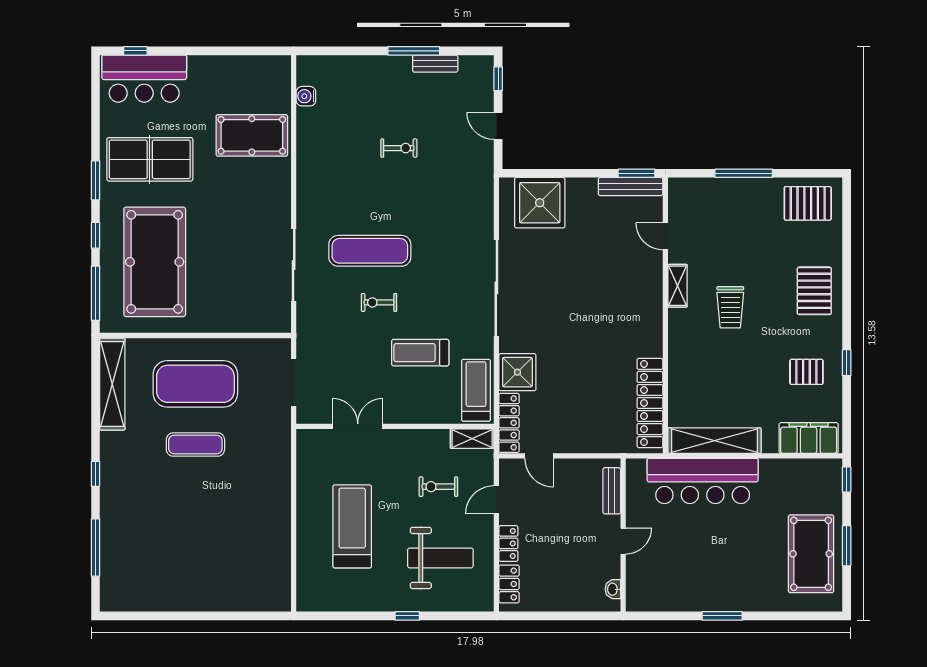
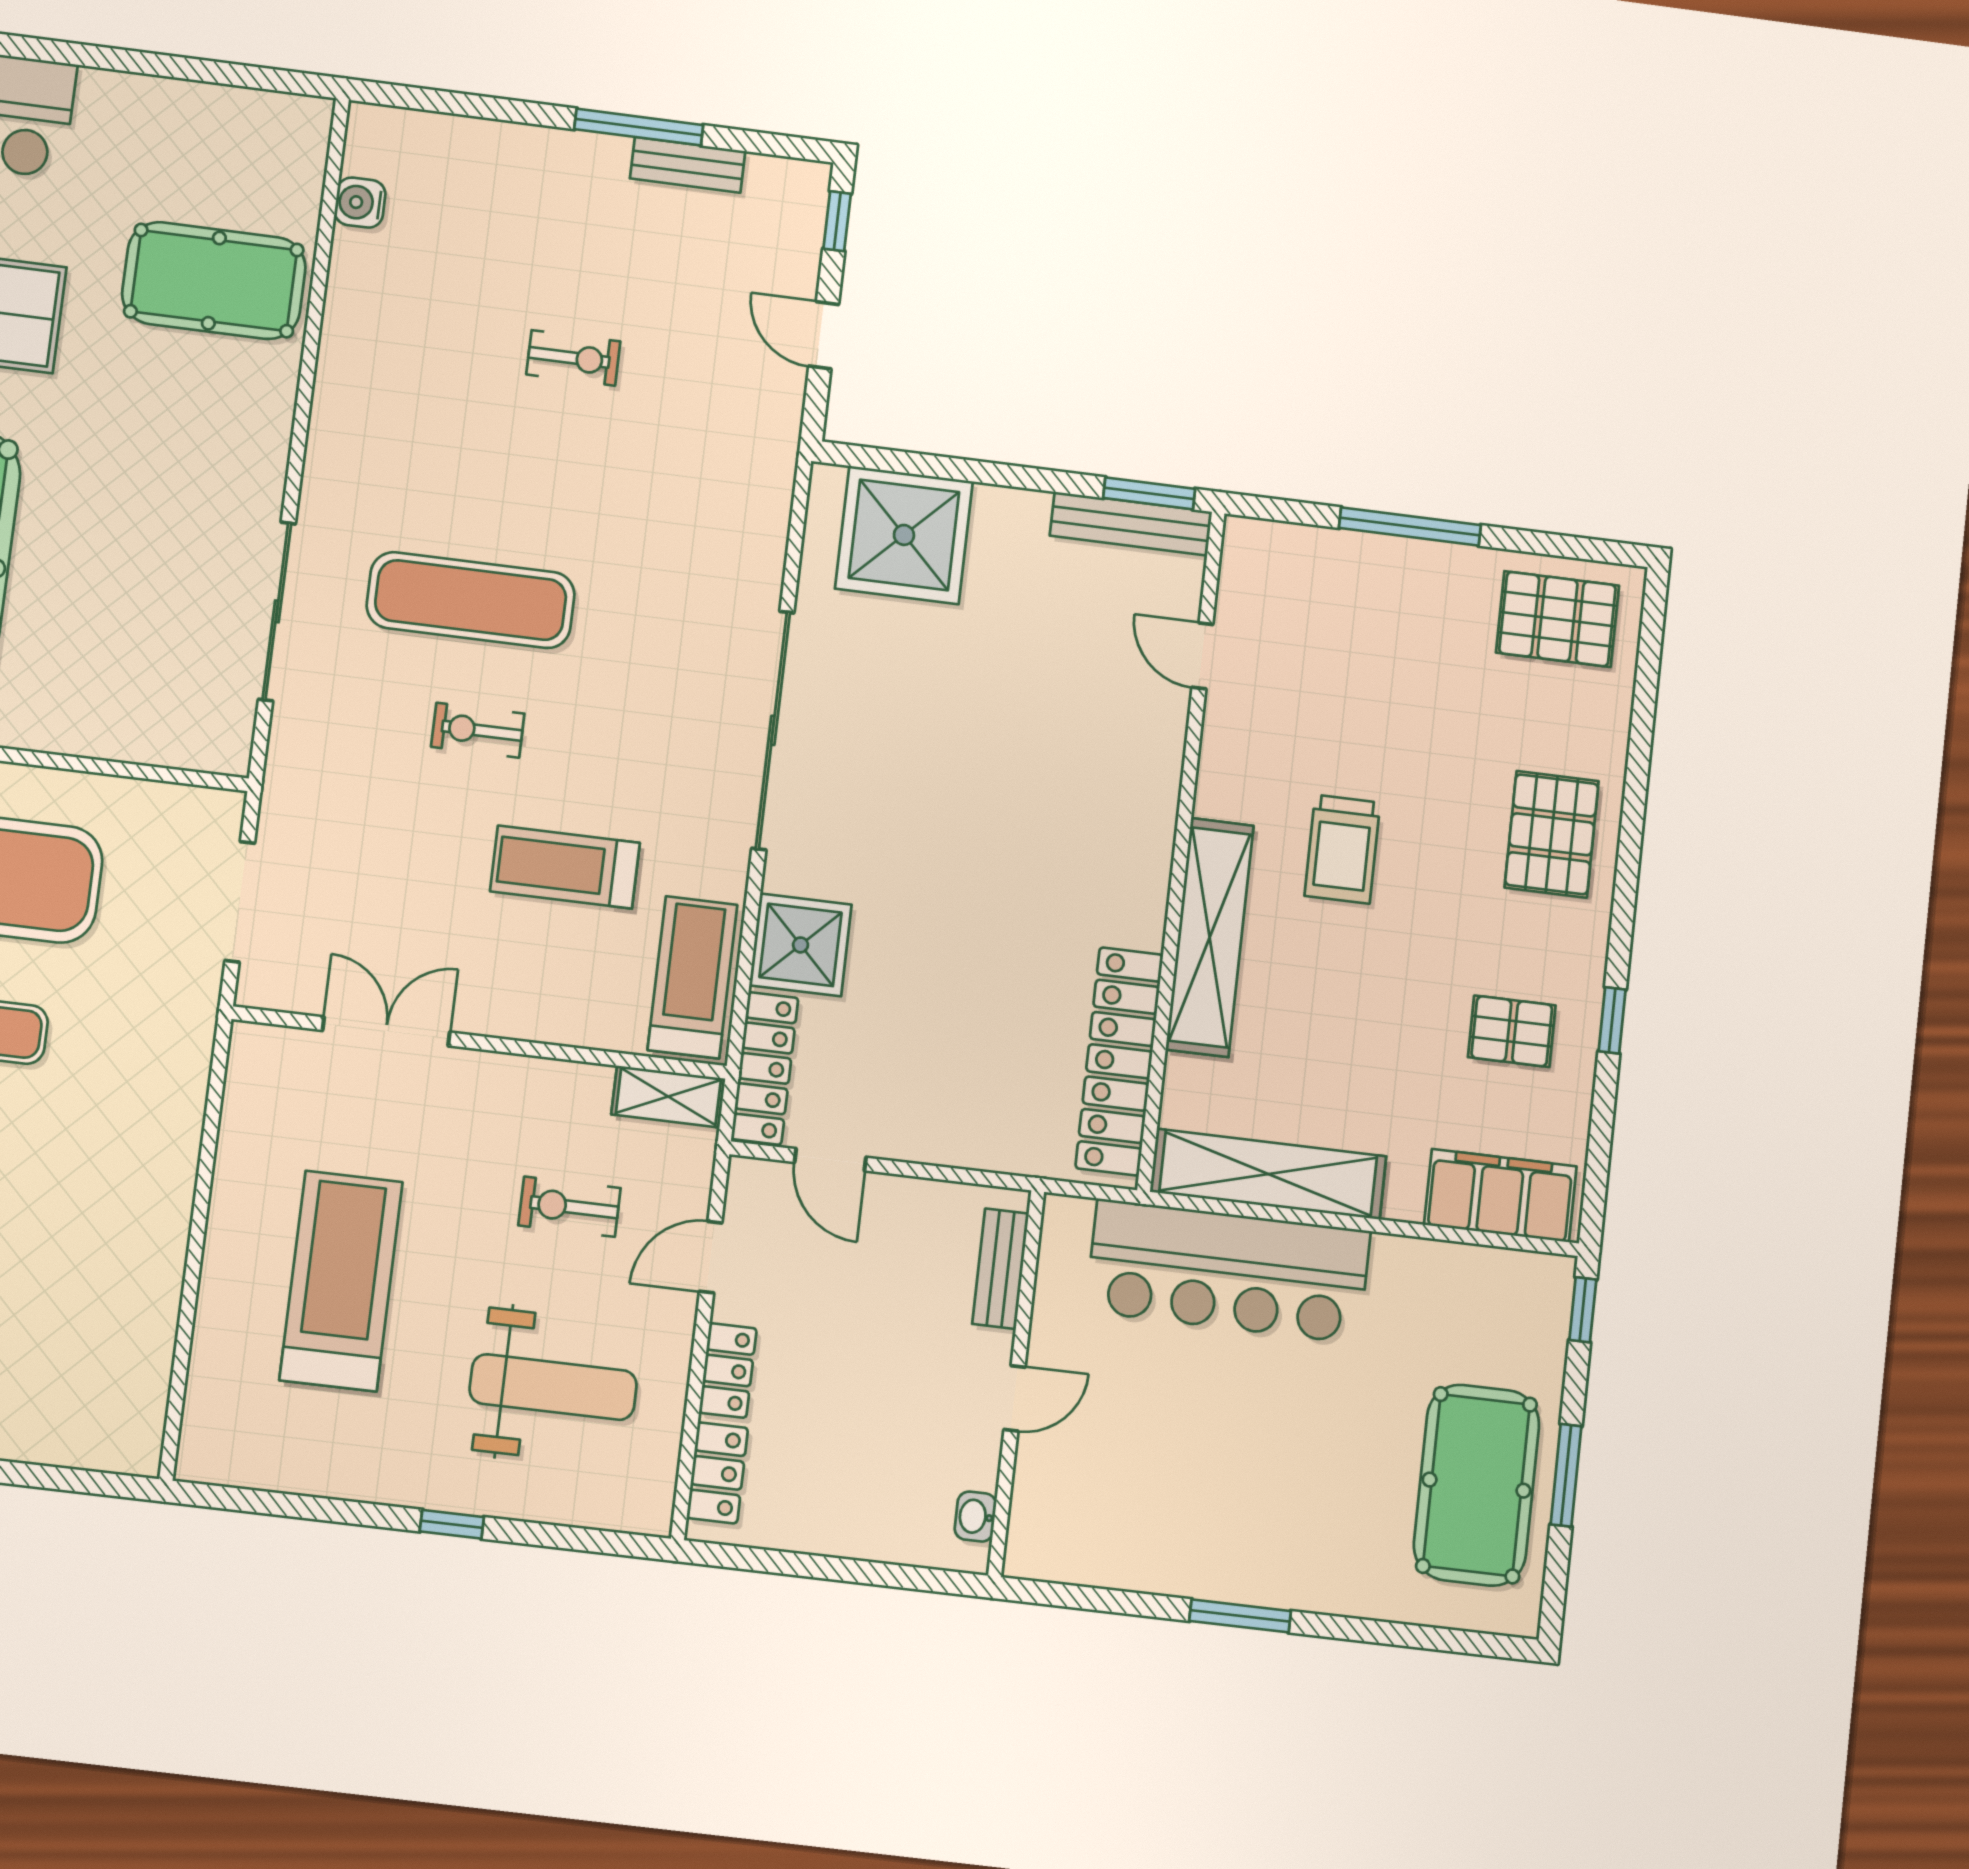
shelving: (677, 286) -> (1210, 937), moved, width x2.20, depth x1.33

